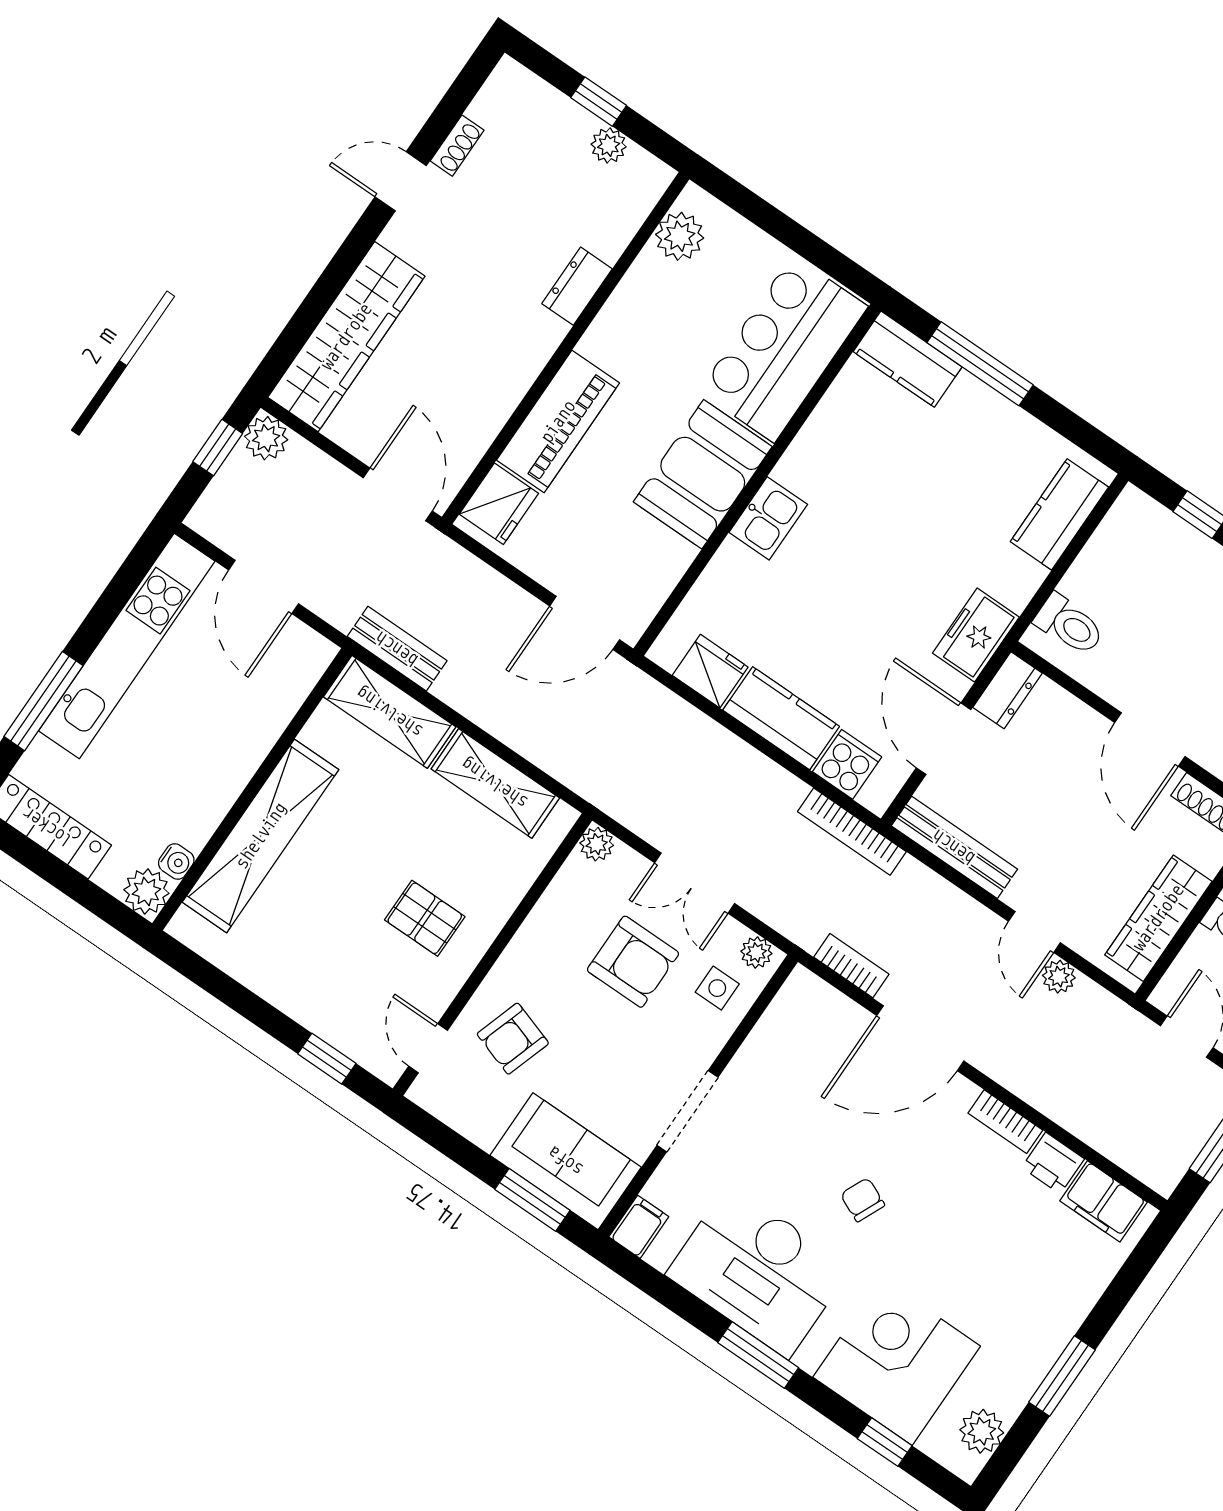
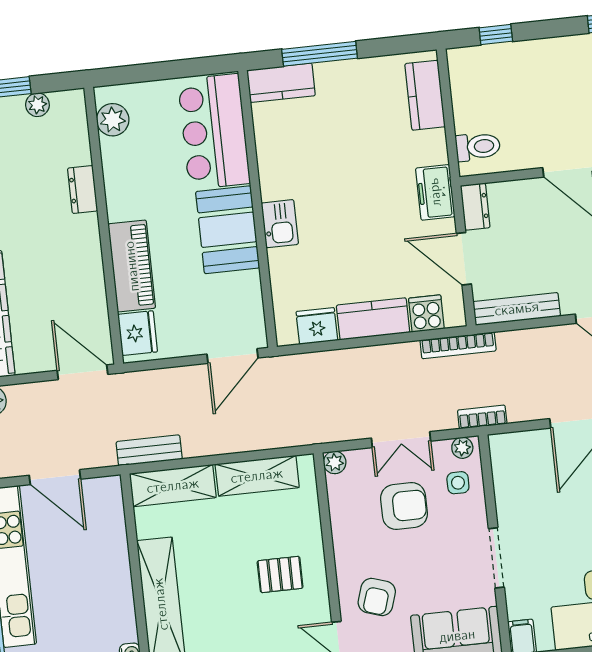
bookcase: (851, 966) -> (482, 417), moved

